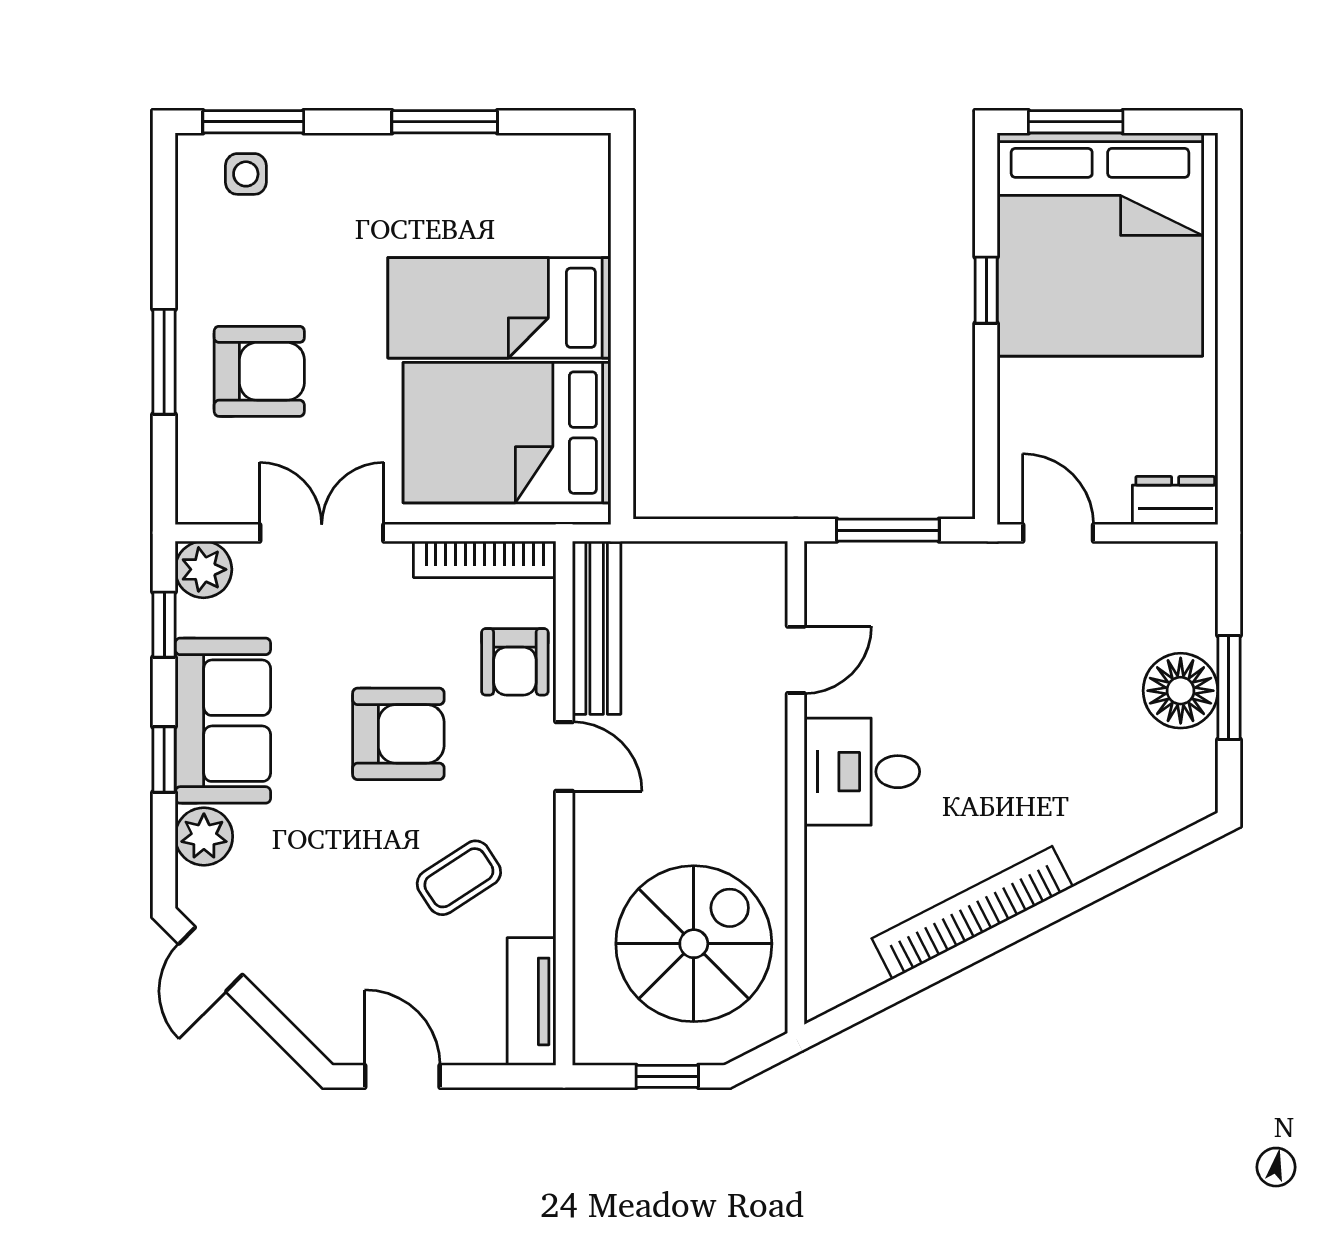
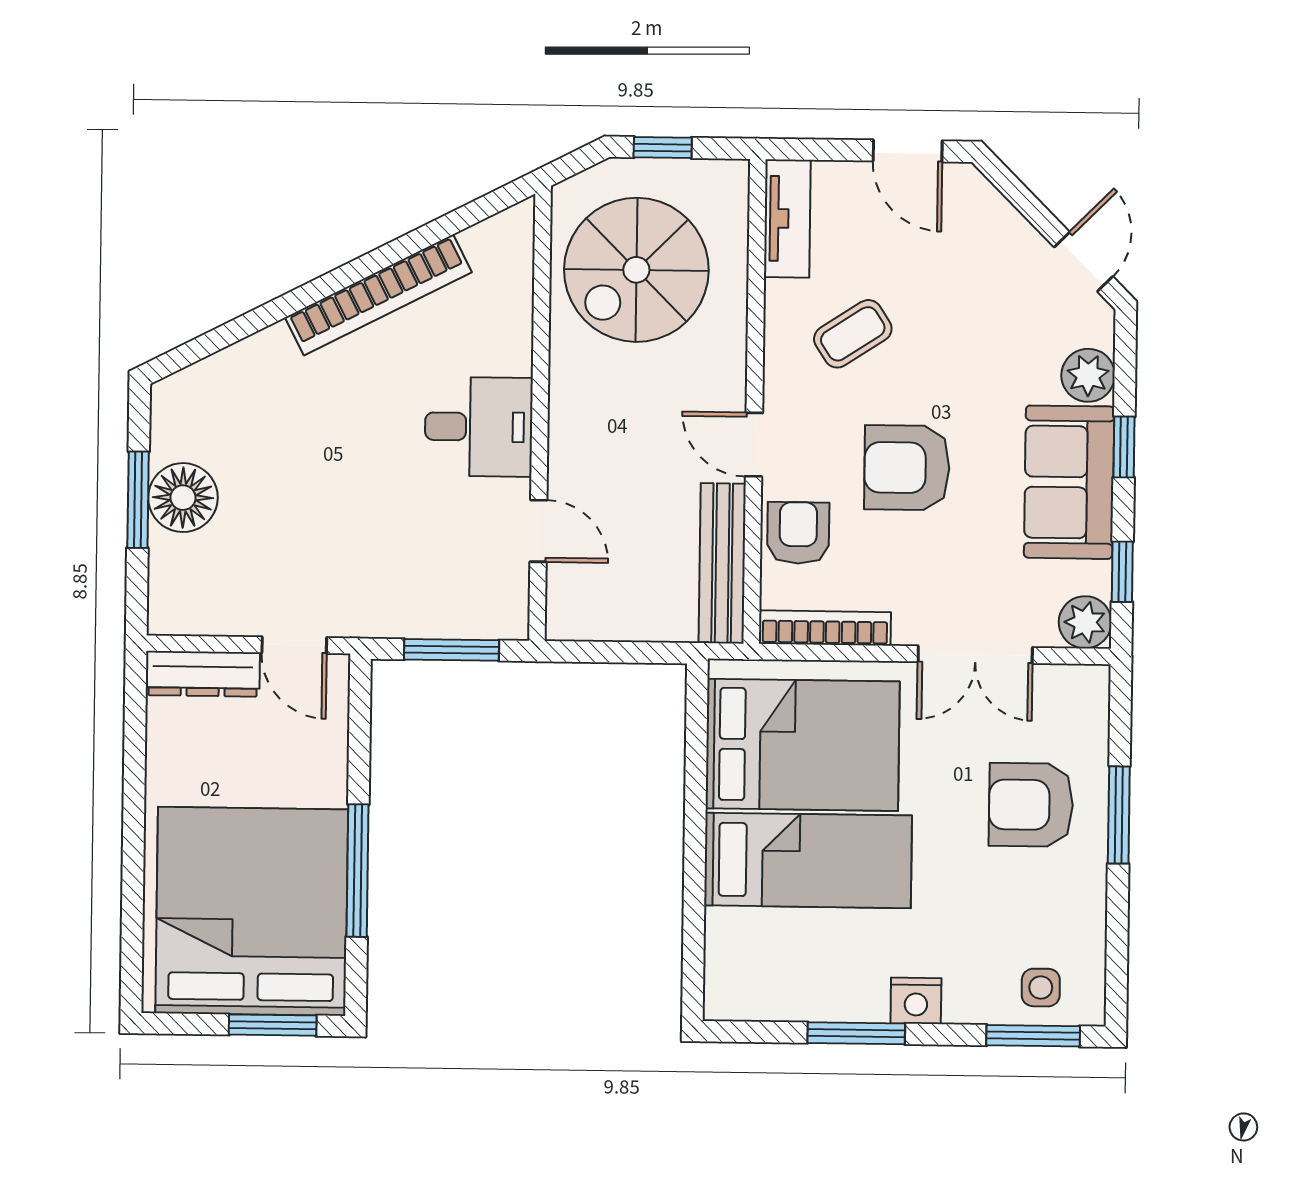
nightstand: (381, 158) -> (916, 1001), added
window: (986, 290) -> (358, 871), width x2.17
dresser: (1175, 500) -> (203, 674), width x1.44
door: (796, 660) -> (538, 531), swing flipped

